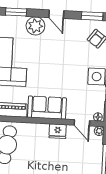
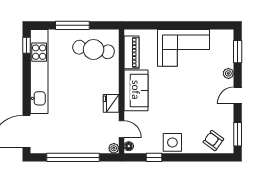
plant: (35, 26) -> (228, 73), width x0.53, depth x0.53
door: (82, 123) -> (121, 129), swing flipped

